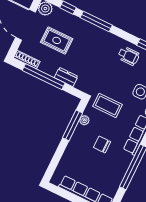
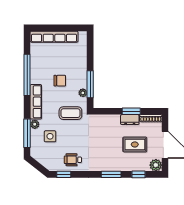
window: (96, 21) -> (111, 174), width x0.69
window: (44, 77) -> (131, 111), width x0.47
dresser: (66, 77) -> (130, 120), moved

